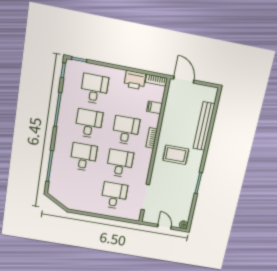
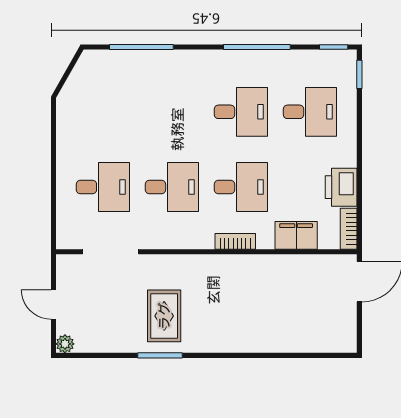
filing cabinet: (155, 107) -> (296, 235), width x2.00
bench: (204, 126) -> (277, 341), removed
rug: (176, 155) -> (164, 316), moved
desk: (83, 157) -> (172, 112), removed
door: (164, 227) -> (53, 305), swing flipped

